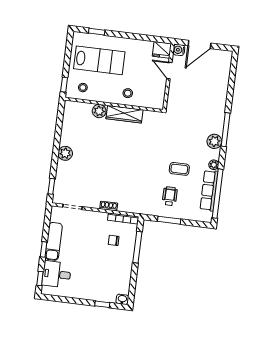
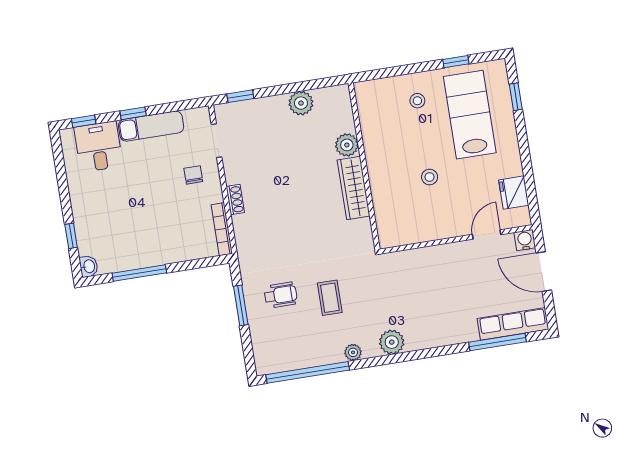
fridge: (162, 50) -> (514, 193), moved
lab bench: (99, 60) -> (470, 115), turned 180
window: (64, 85) -> (456, 62), moved
wall: (114, 105) -> (364, 166), moved
plant: (99, 111) -> (347, 145), moved
wardrobe: (124, 114) -> (354, 188), moved
window: (226, 130) -> (498, 342), moved
row of seats: (209, 190) -> (513, 324), moved
chair: (114, 240) -> (193, 175), moved
window: (137, 247) -> (139, 273), moved

